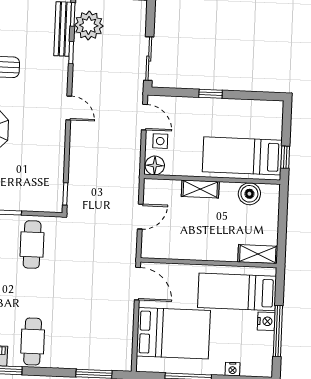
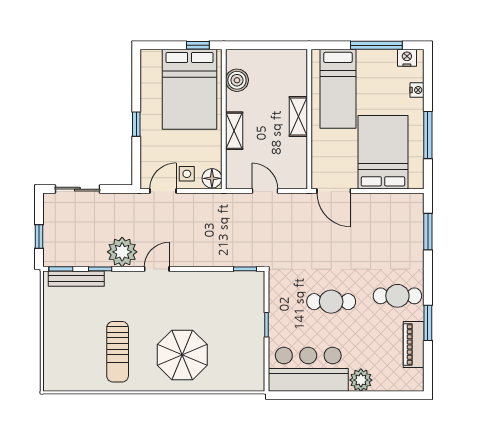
plant: (89, 25) -> (122, 252), moved
sliding door: (149, 59) -> (77, 189), moved
bed: (242, 156) -> (190, 89), width x1.50
cafe table: (32, 245) -> (331, 302), moved
shelving: (258, 254) -> (298, 116), moved
door: (137, 284) -> (334, 191), swing flipped
nightstand: (266, 321) -> (407, 58), moved

